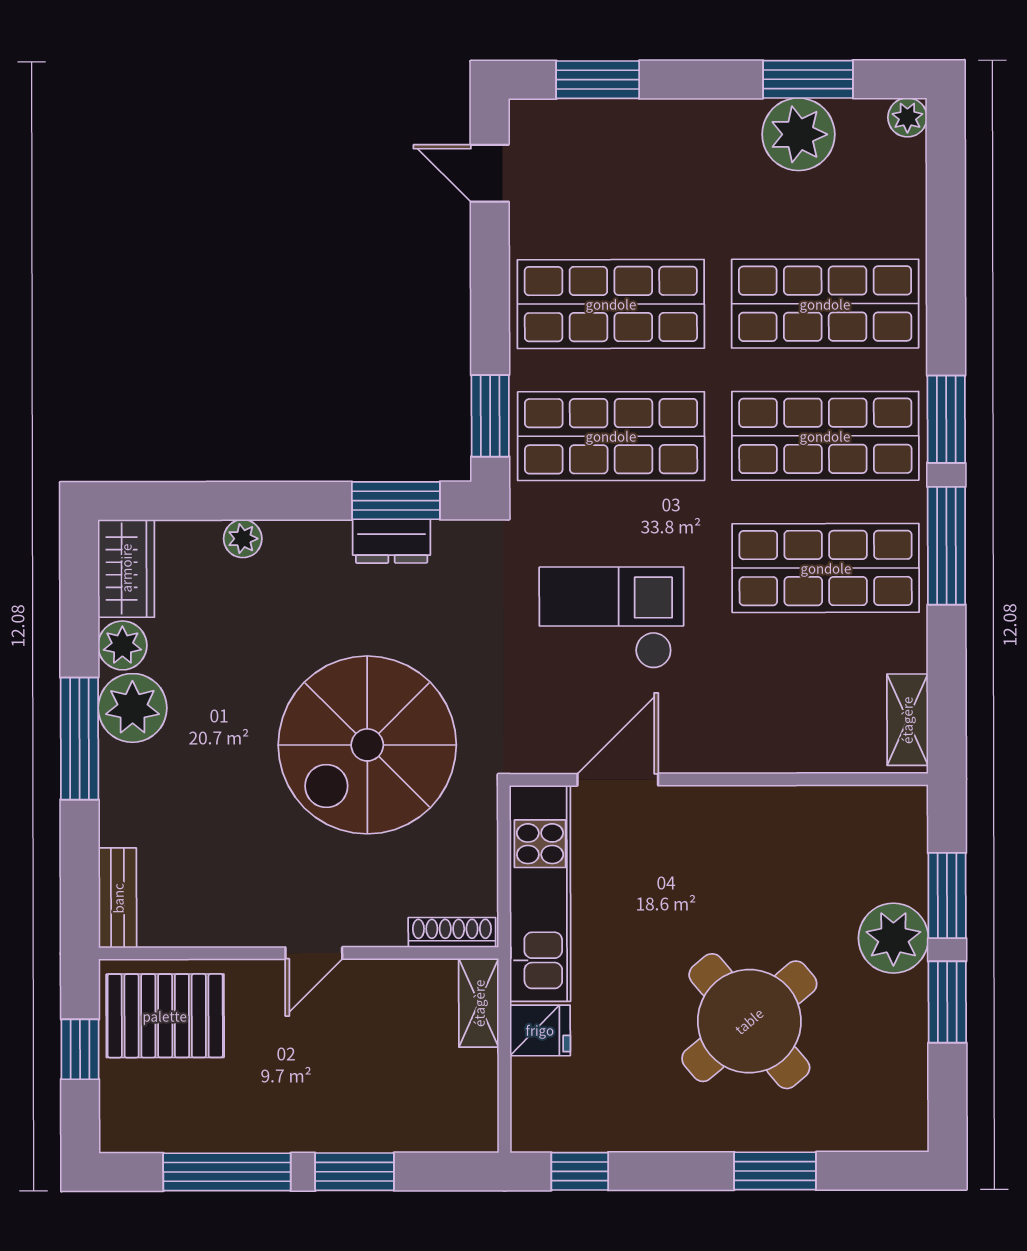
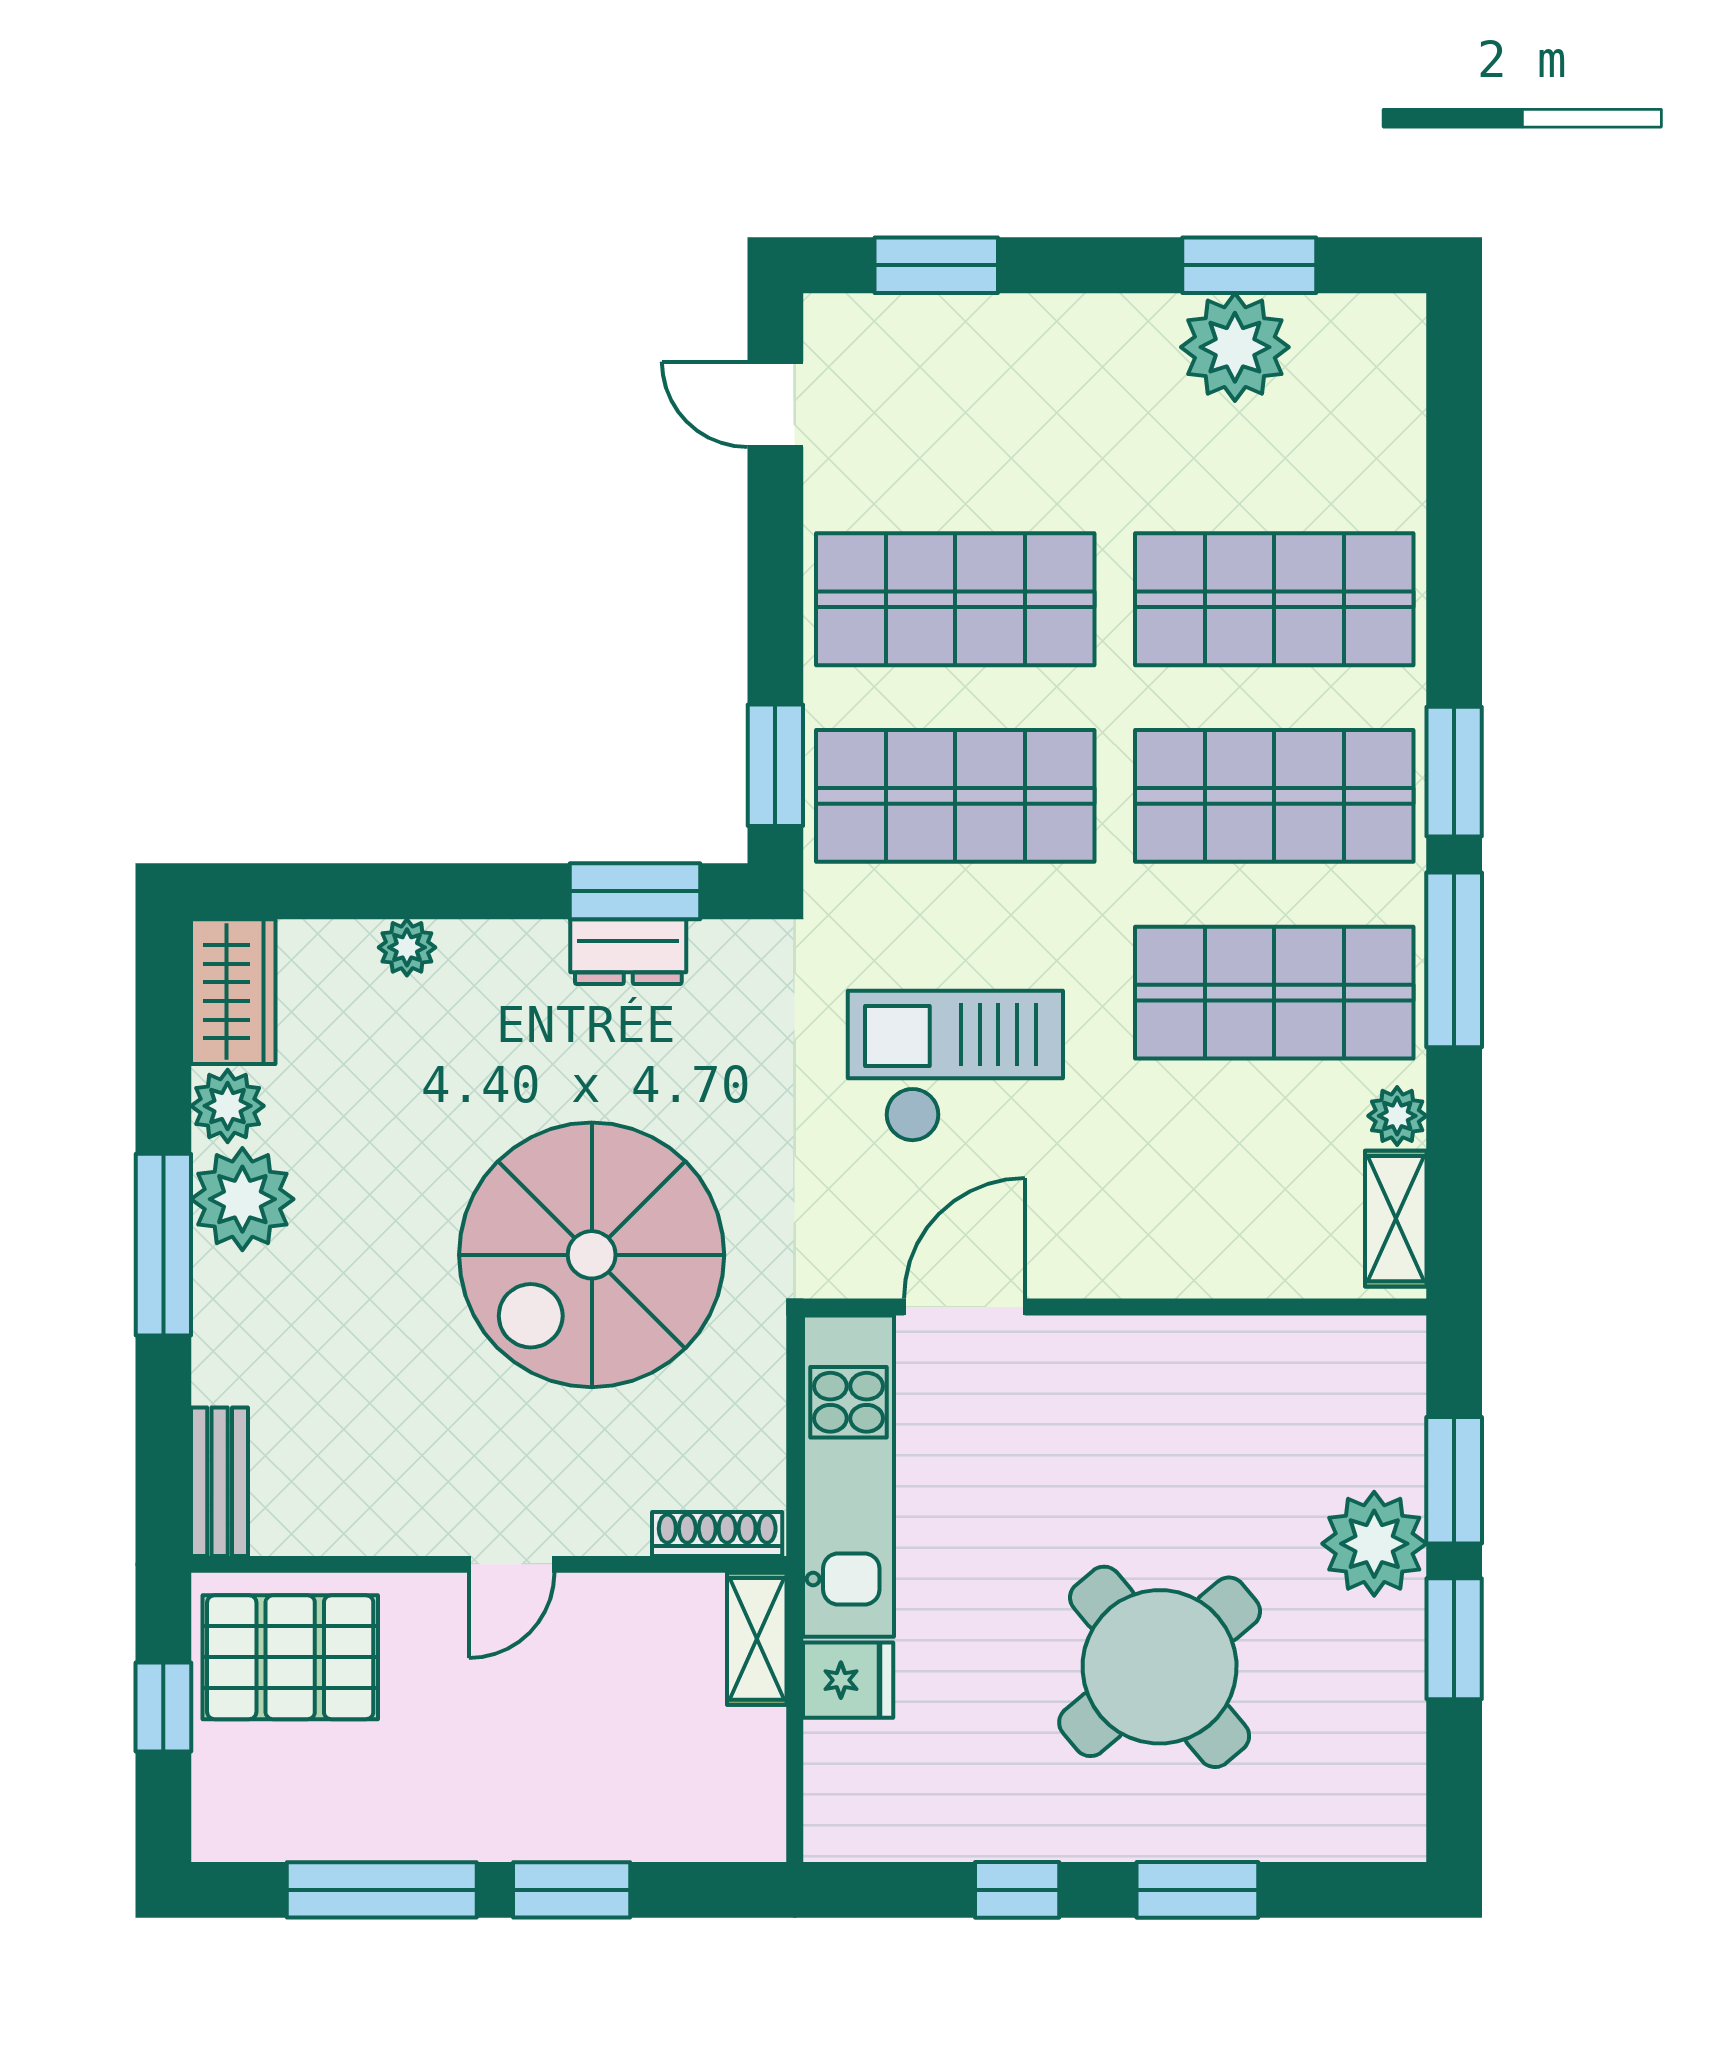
plant: (907, 117) -> (1397, 1116), moved
window: (580, 1171) -> (1017, 1890), moved

